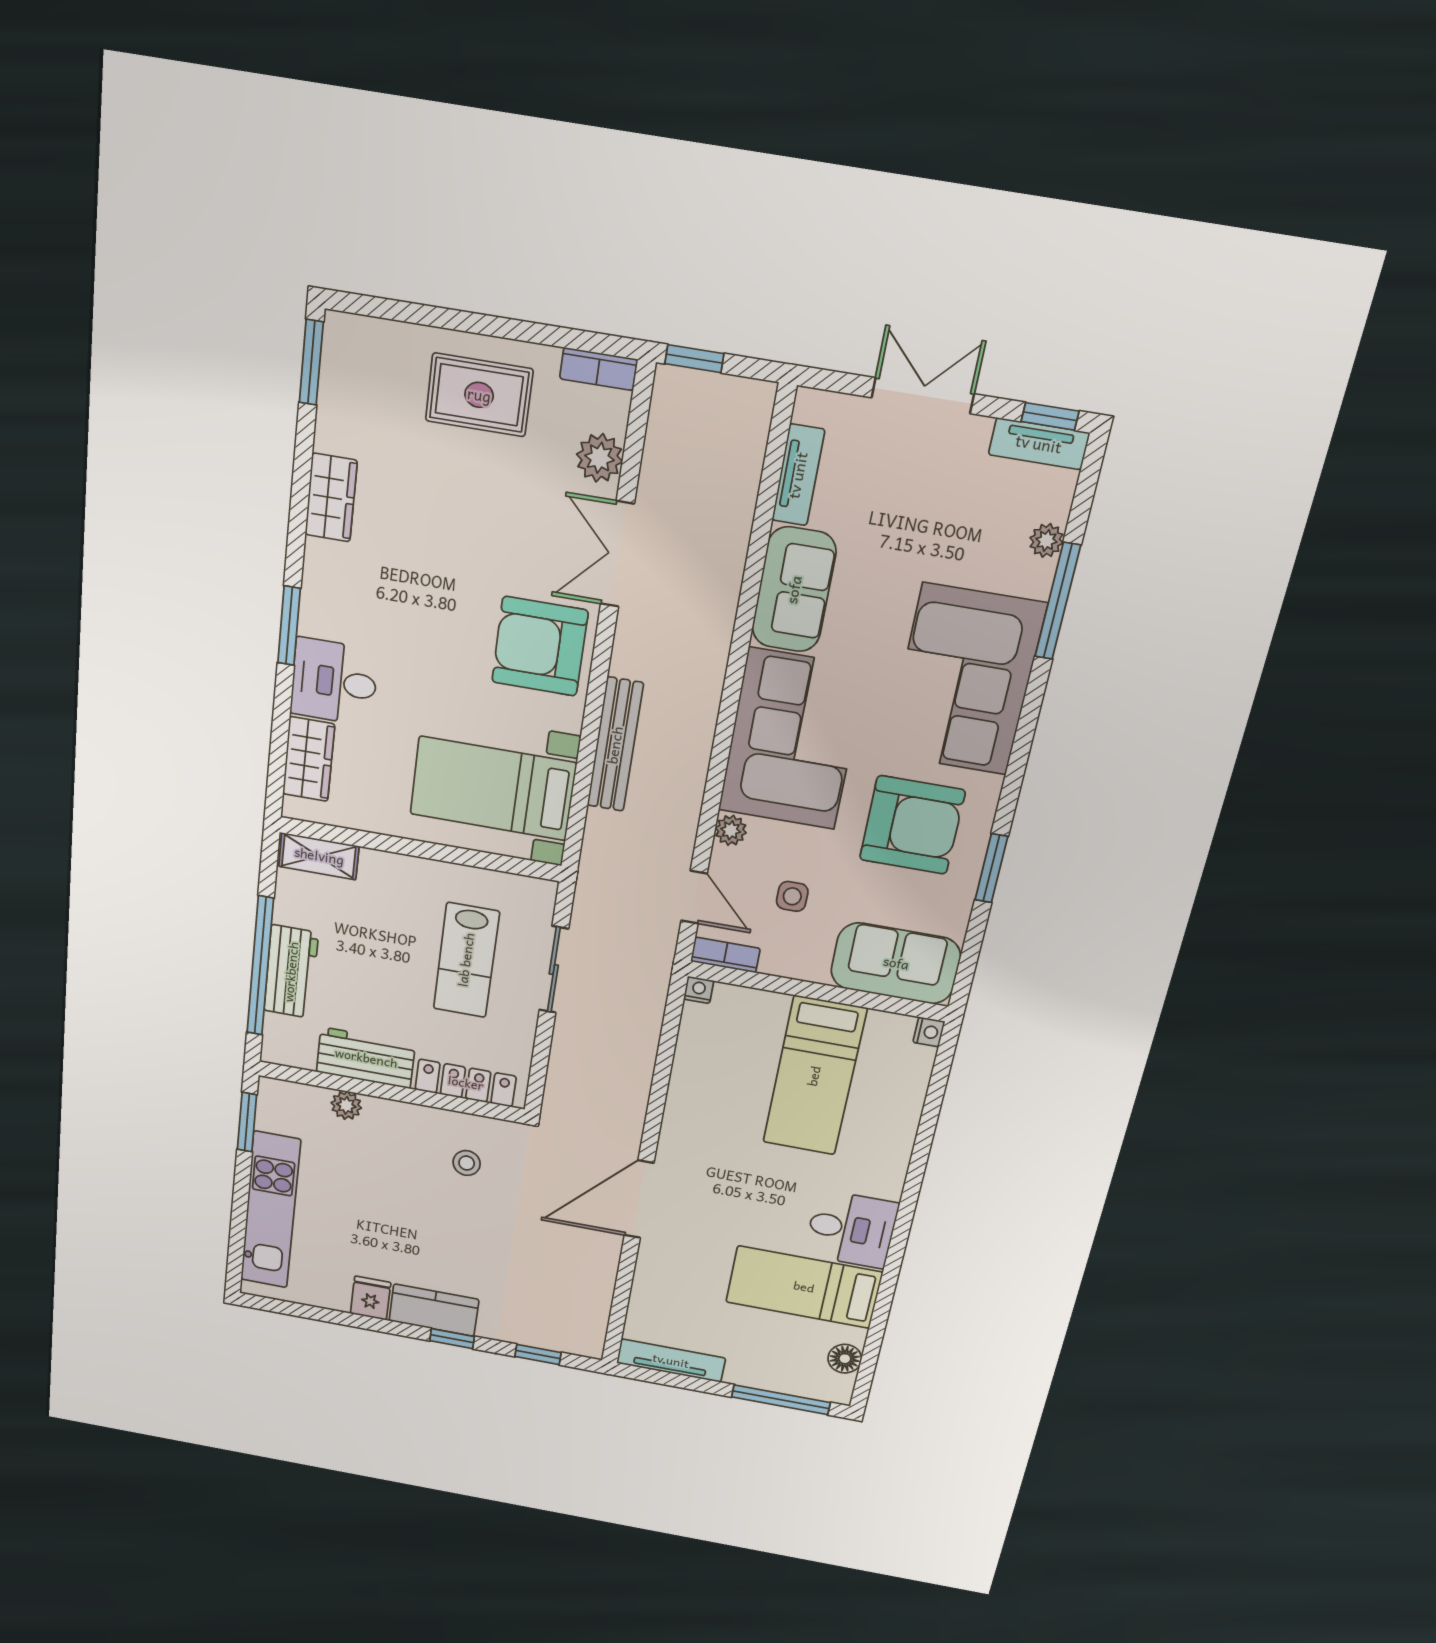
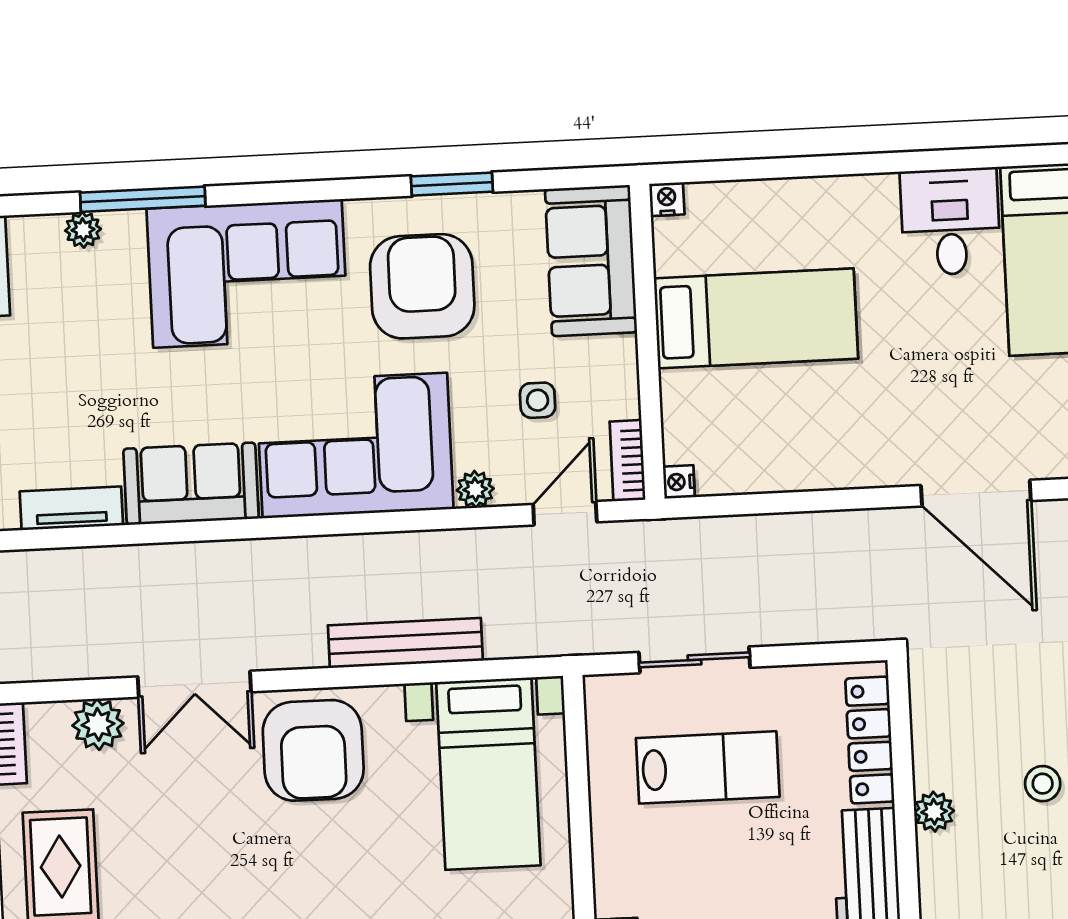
plant: (346, 1105) -> (934, 812), moved
stool: (467, 1163) -> (1043, 784), moved

